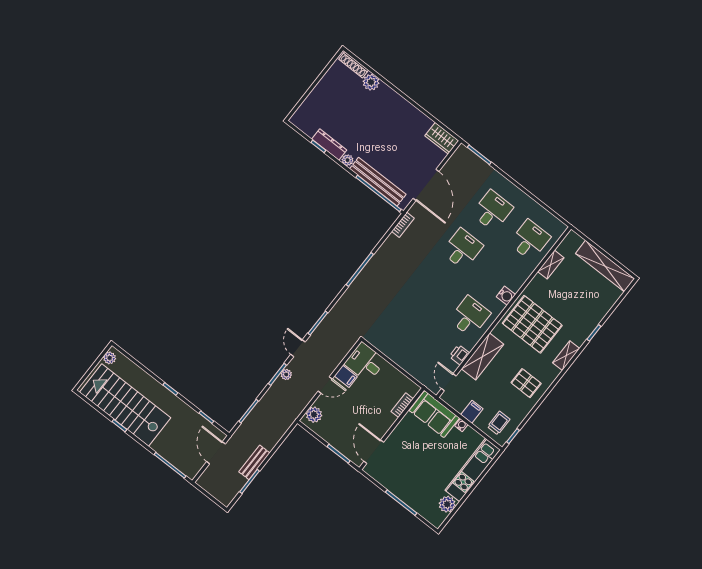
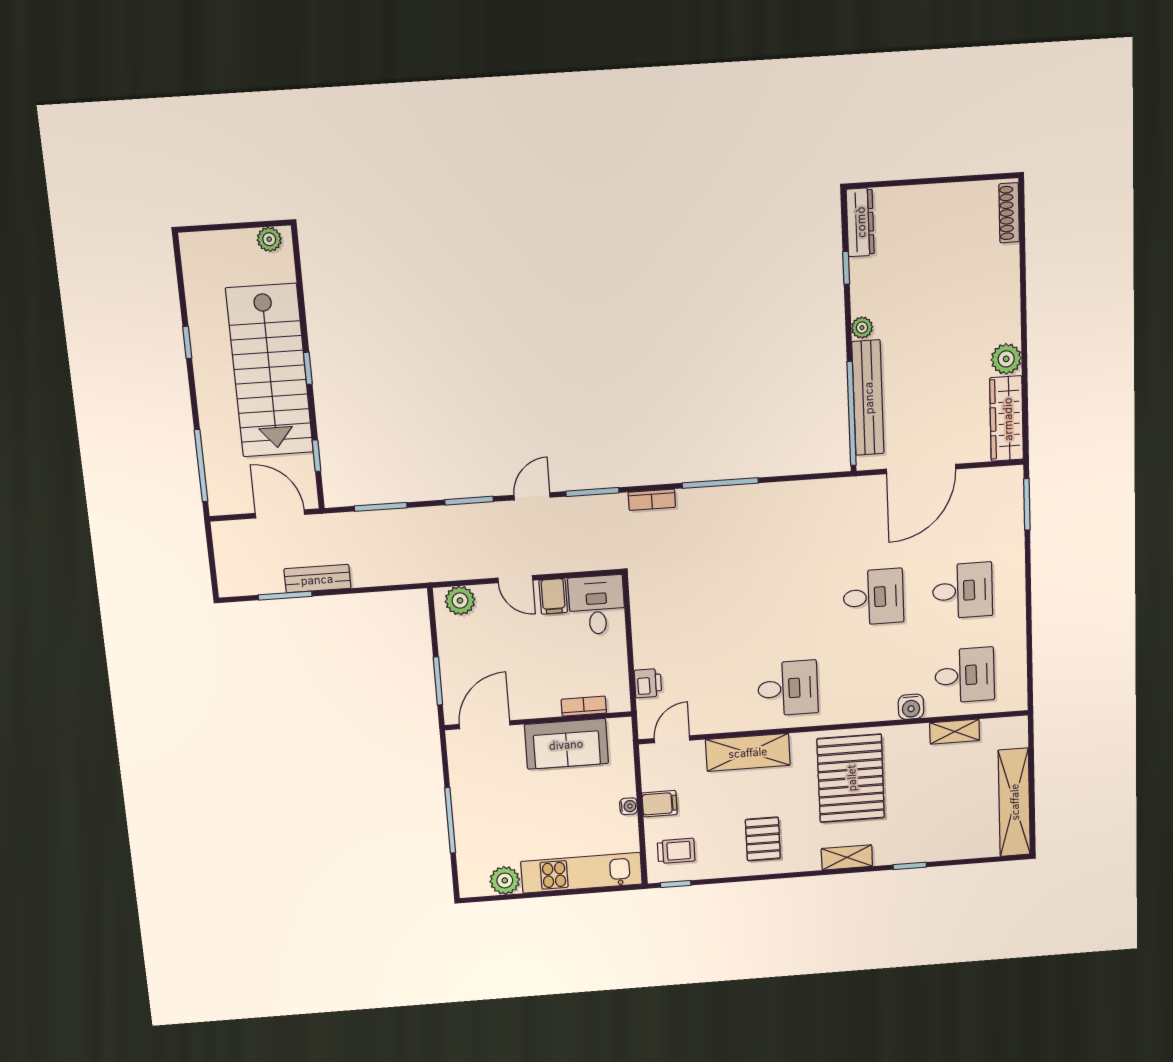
plant: (371, 82) -> (1006, 359), moved
wardrobe: (442, 138) -> (1007, 419), width x1.50
dresser: (329, 144) -> (860, 222), moved
bookcase: (403, 225) -> (652, 500), moved
water cooler: (506, 296) -> (911, 707), moved
printer: (459, 355) -> (648, 683), moved, turned 90
plant: (286, 374) -> (480, 513), removed
stairs: (125, 405) -> (270, 371), moved, turned 180
sofa: (434, 414) -> (566, 744), moved, turned -90
door: (216, 453) -> (280, 514), hinge flipped

